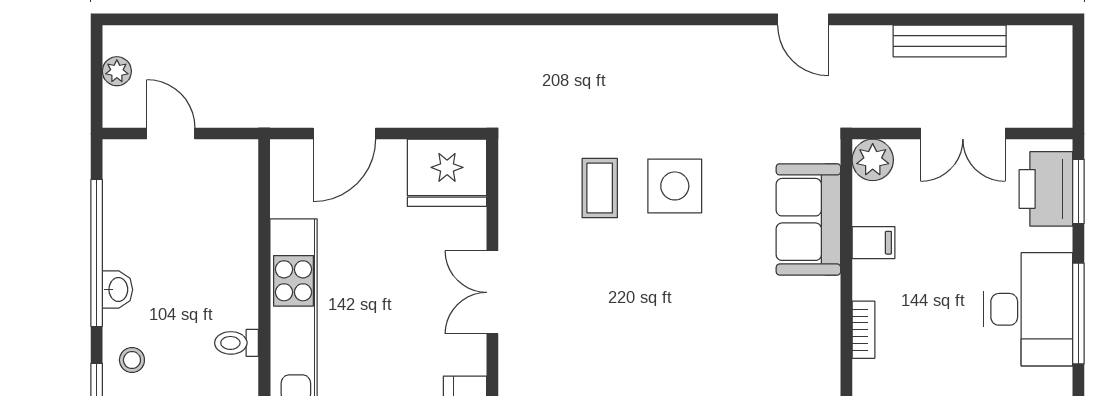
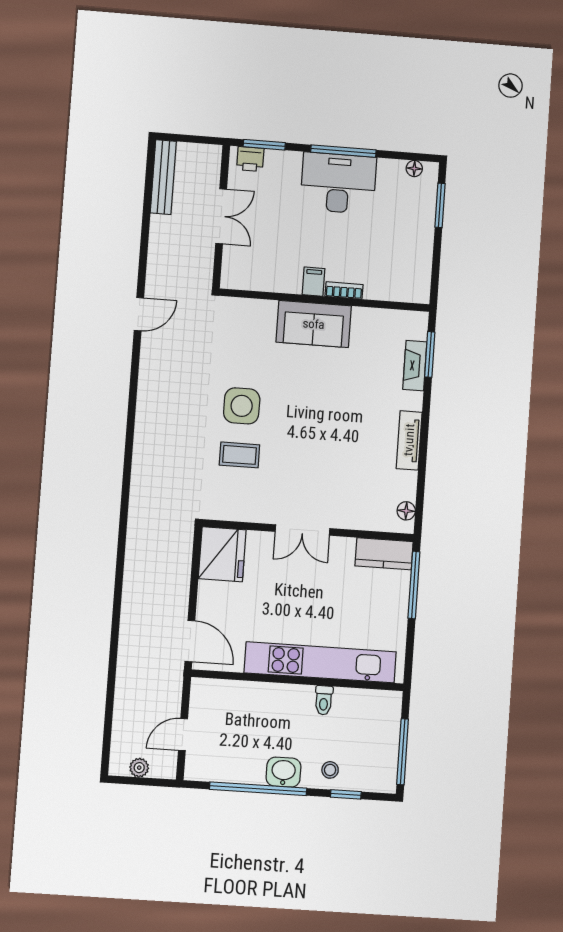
bench: (950, 41) -> (163, 177), moved
door: (344, 134) -> (190, 641), moved
plant: (873, 160) -> (234, 276), removed
printer: (1046, 189) -> (250, 159), width x0.53, depth x0.68
sofa: (808, 219) -> (314, 324), moved
filing cabinet: (873, 243) -> (314, 282), moved
washbasin: (117, 290) -> (283, 772), width x1.38, depth x1.45

